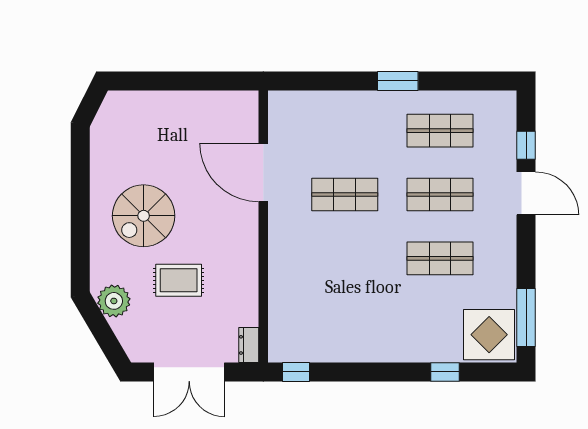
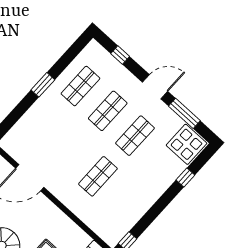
door: (526, 193) -> (155, 87), moved
shop shelf: (345, 195) -> (98, 176), moved
window: (526, 318) -> (184, 113), moved

